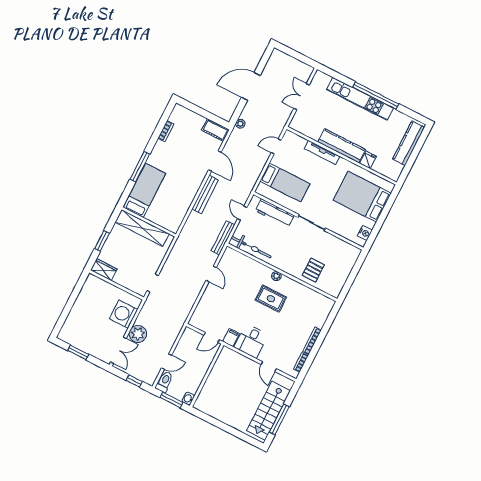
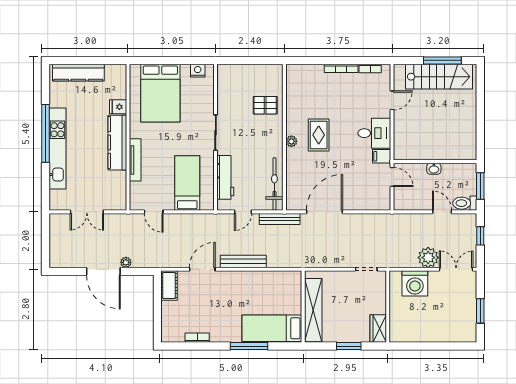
plant: (240, 124) -> (126, 262), moved
door: (211, 274) -> (325, 212), width x1.88
washbasin: (188, 399) -> (434, 169), moved

